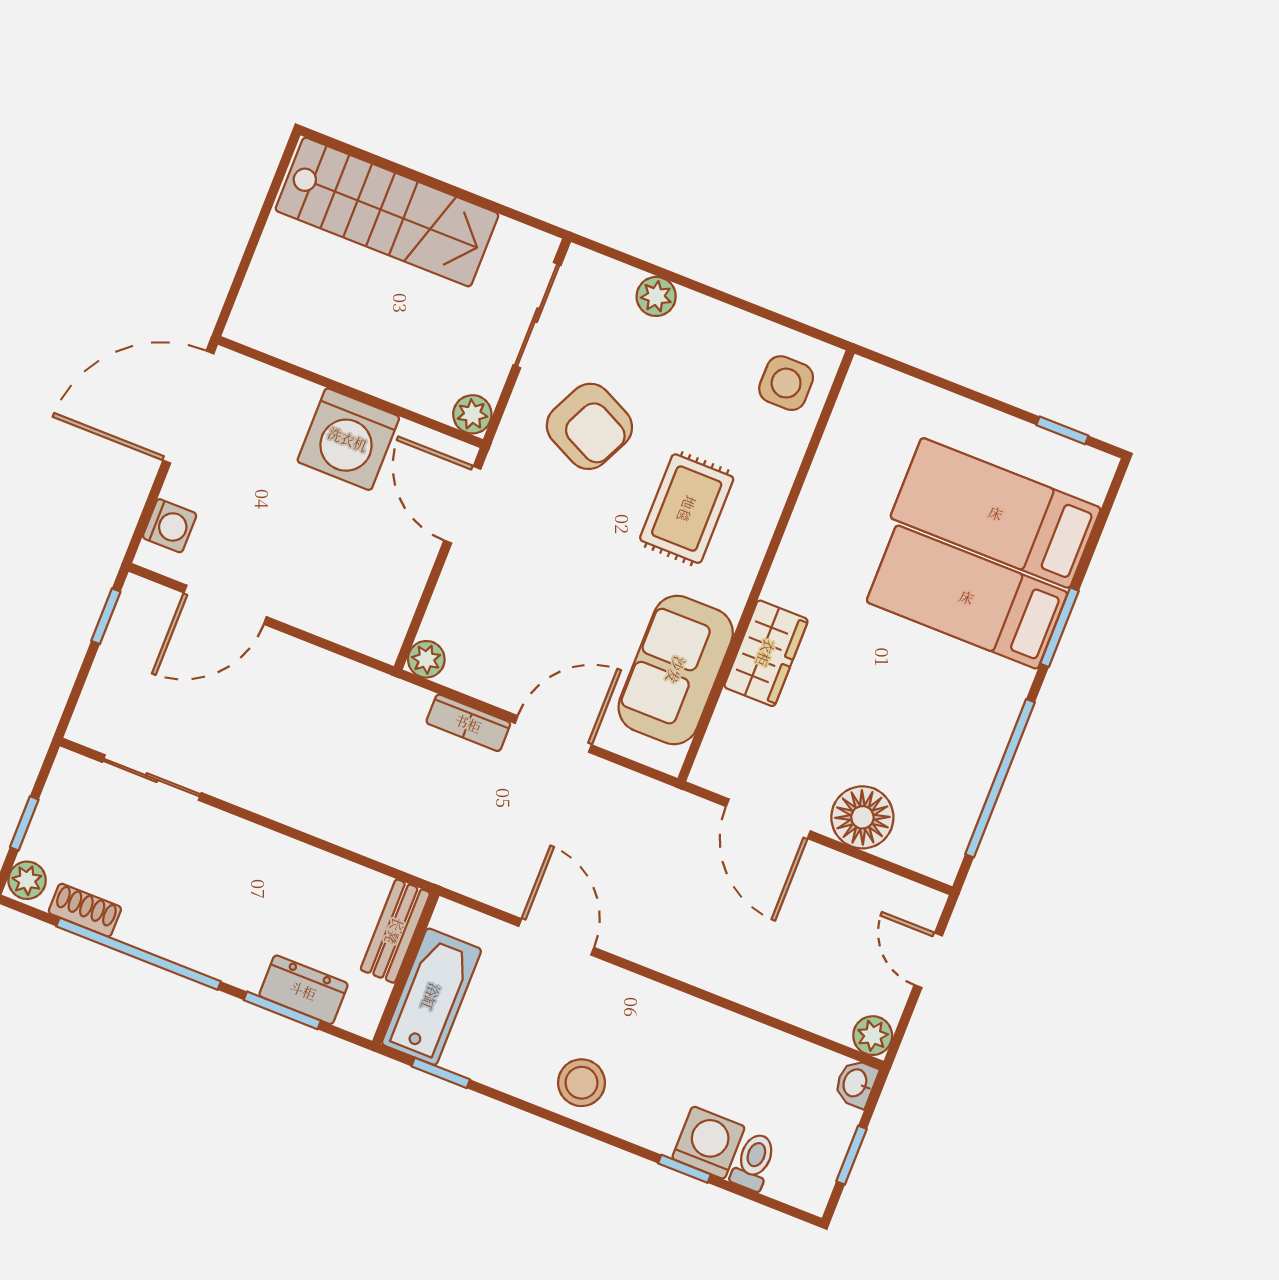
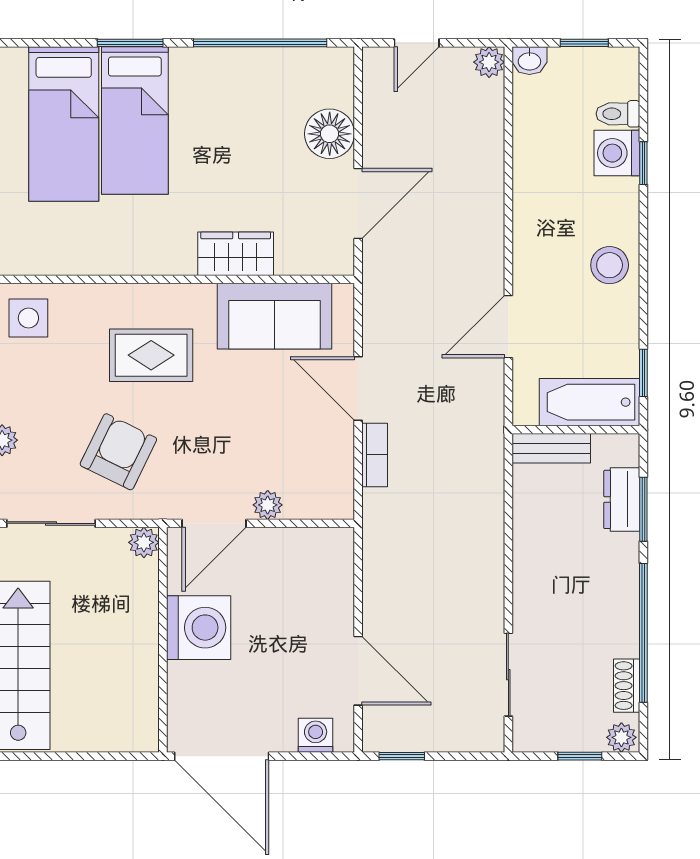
plant: (426, 659) -> (268, 505), moved

